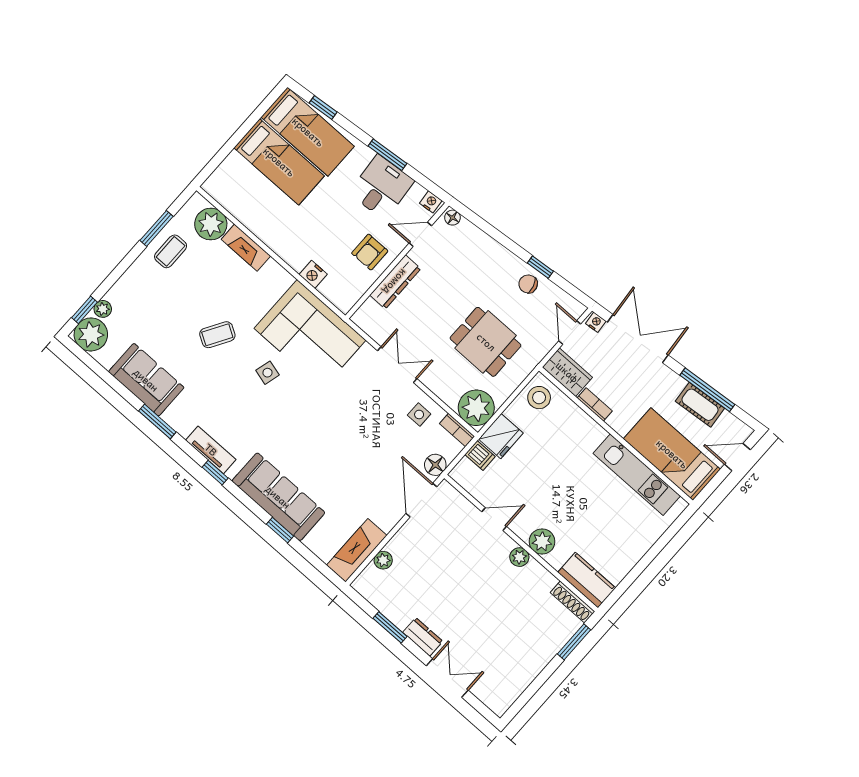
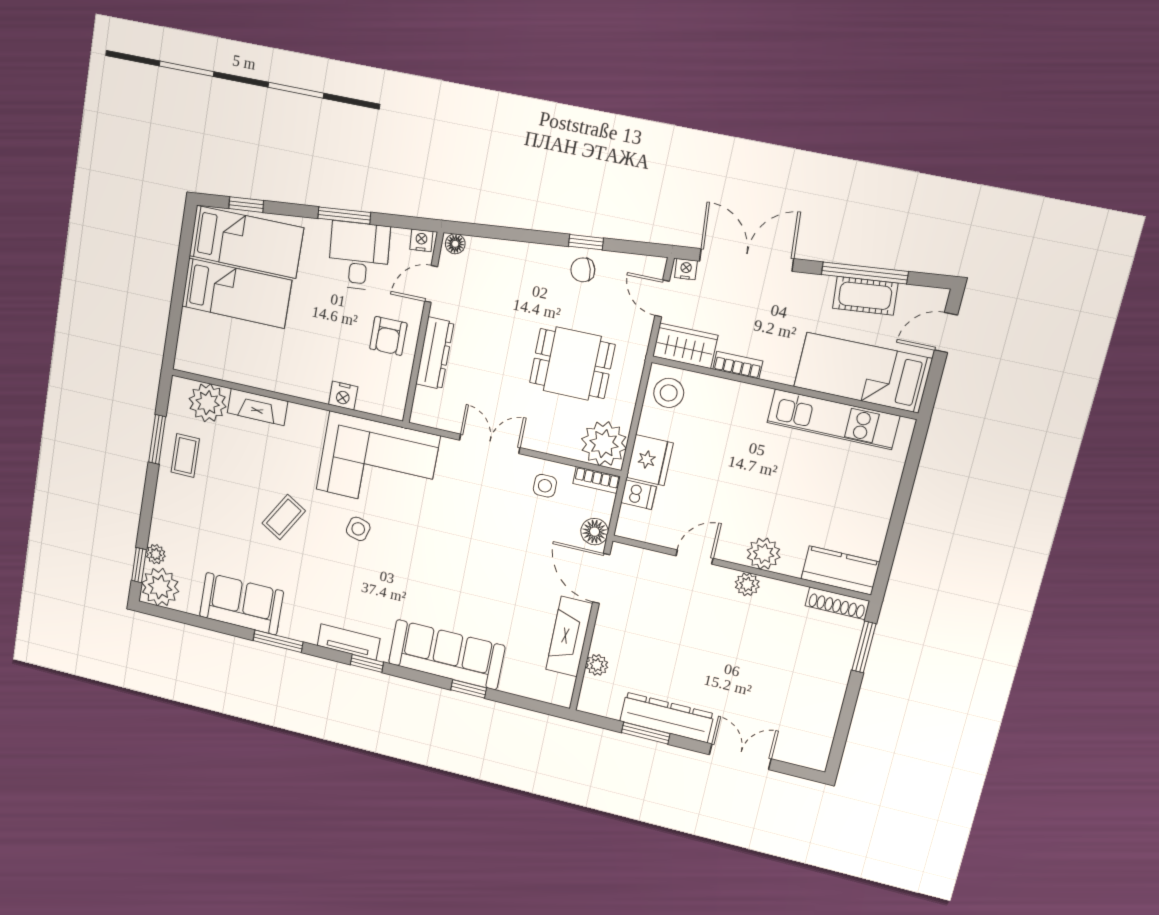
fireplace: (357, 550) -> (569, 637), moved
dresser: (423, 637) -> (667, 717), width x1.96, depth x1.24

